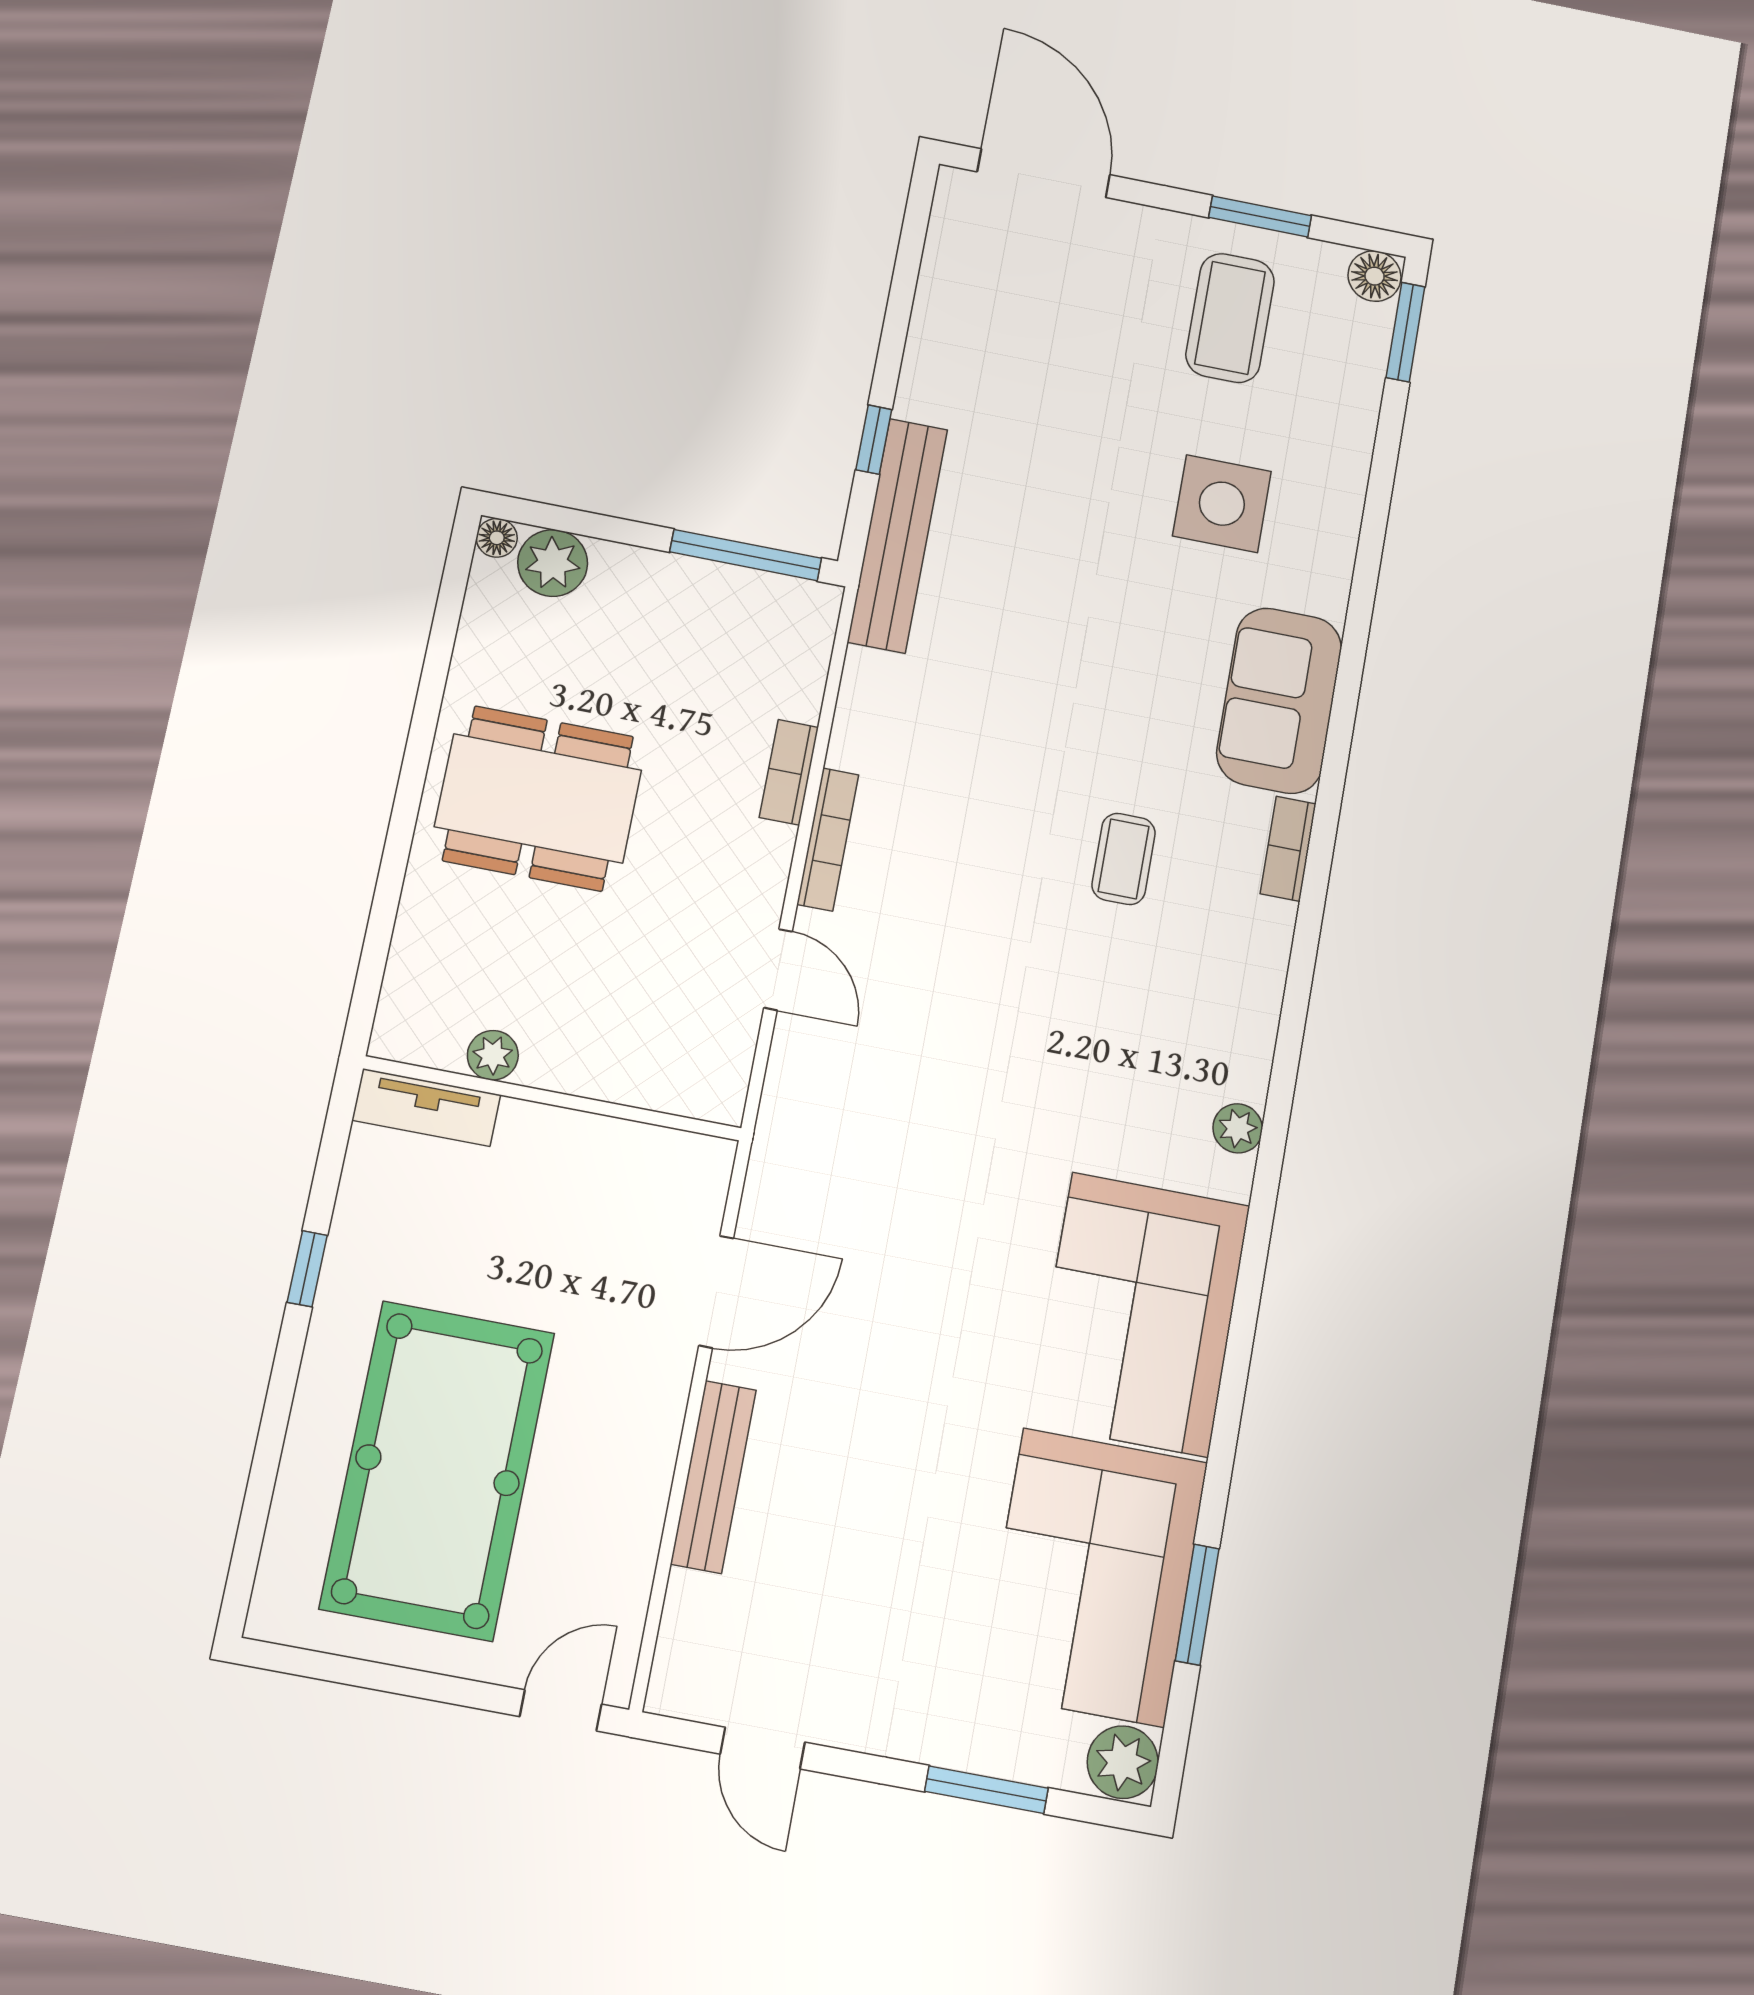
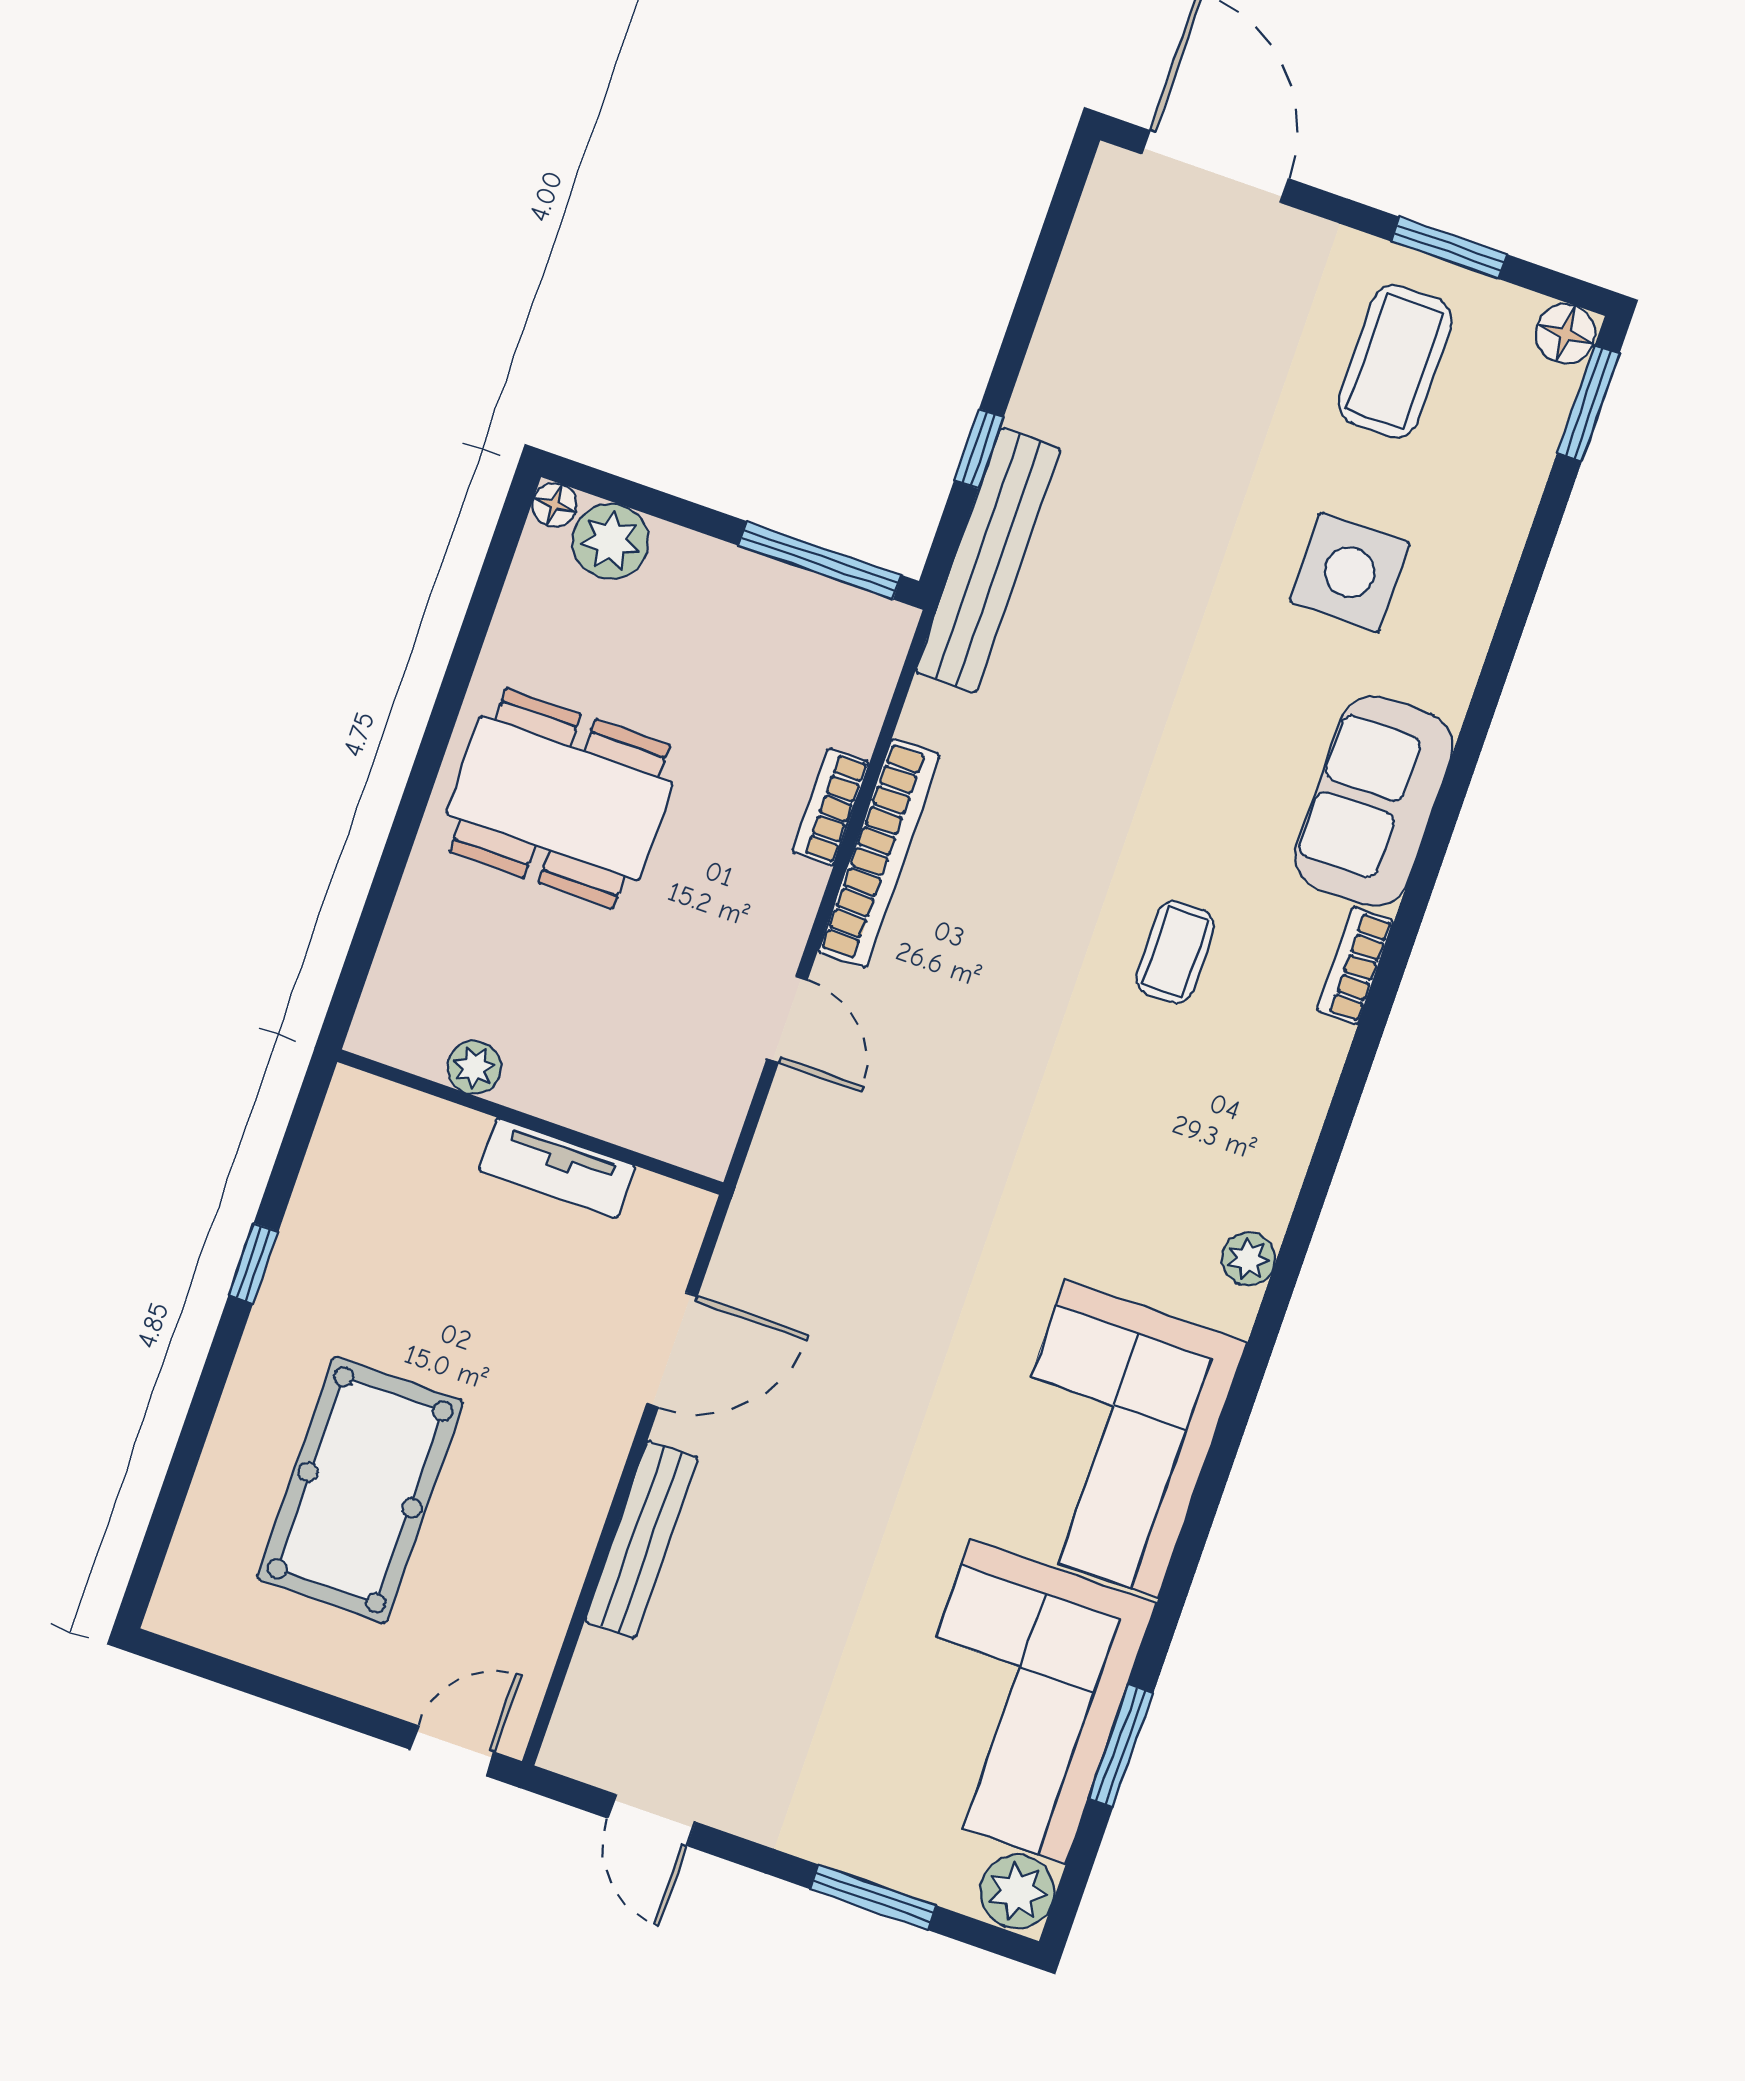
bookcase: (828, 839) -> (879, 853), width x1.48, depth x1.31
tv unit: (426, 1107) -> (557, 1168), moved
pool table: (437, 1470) -> (360, 1490), width x0.73, depth x0.76

